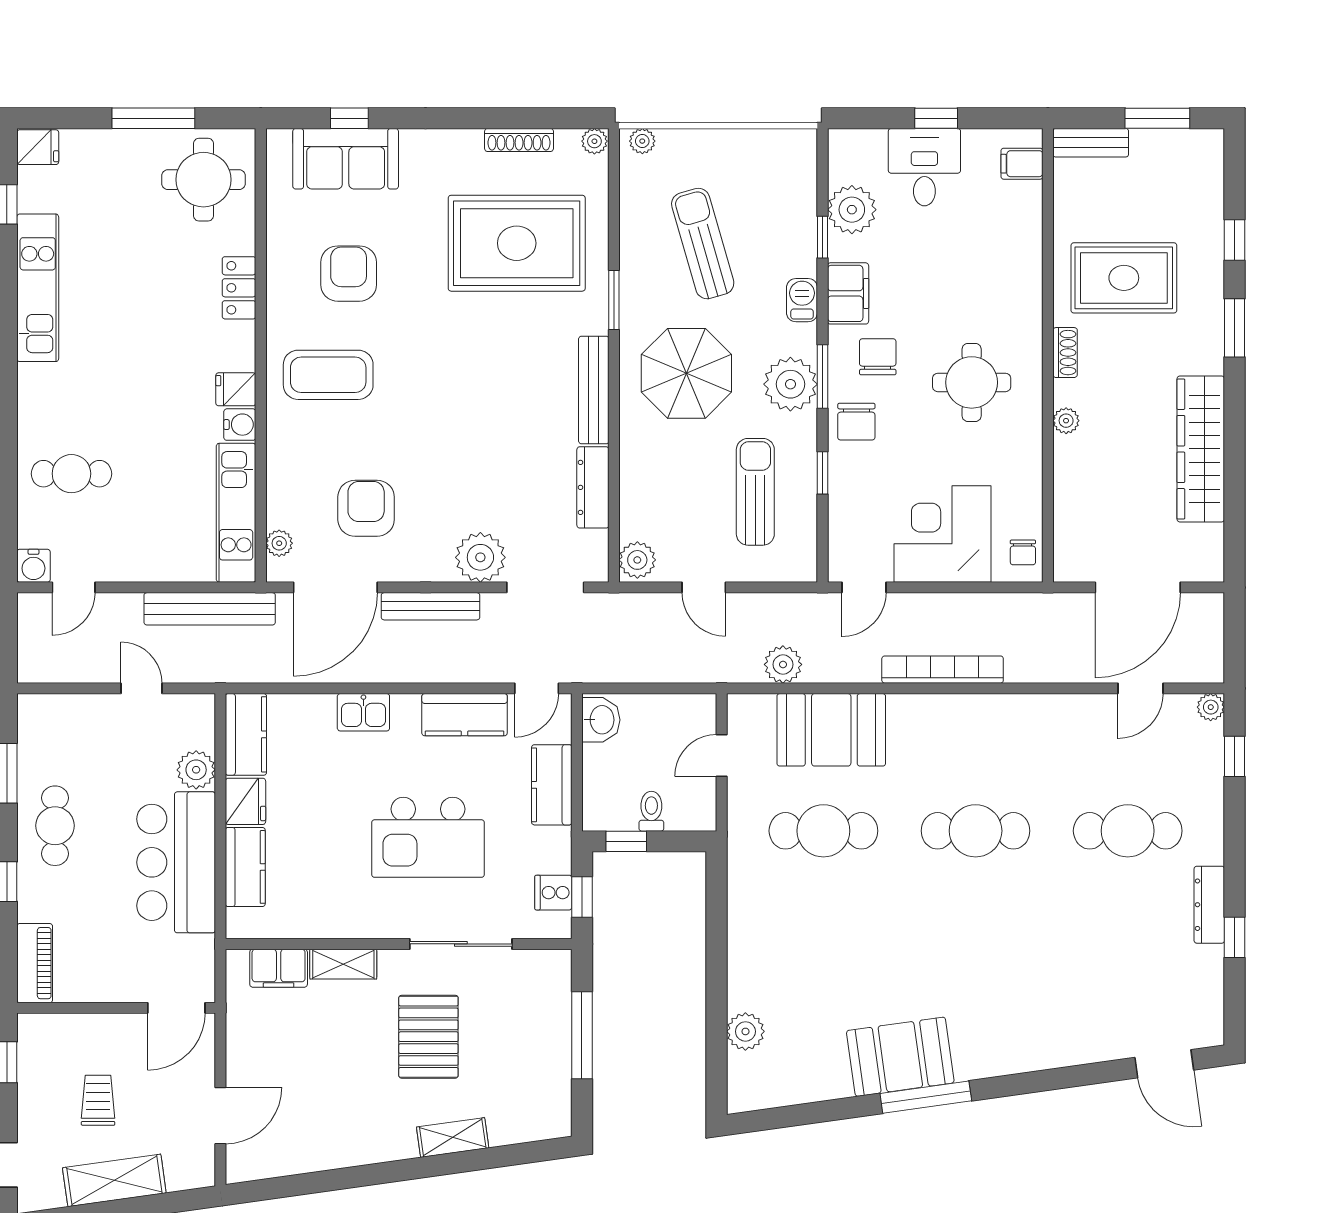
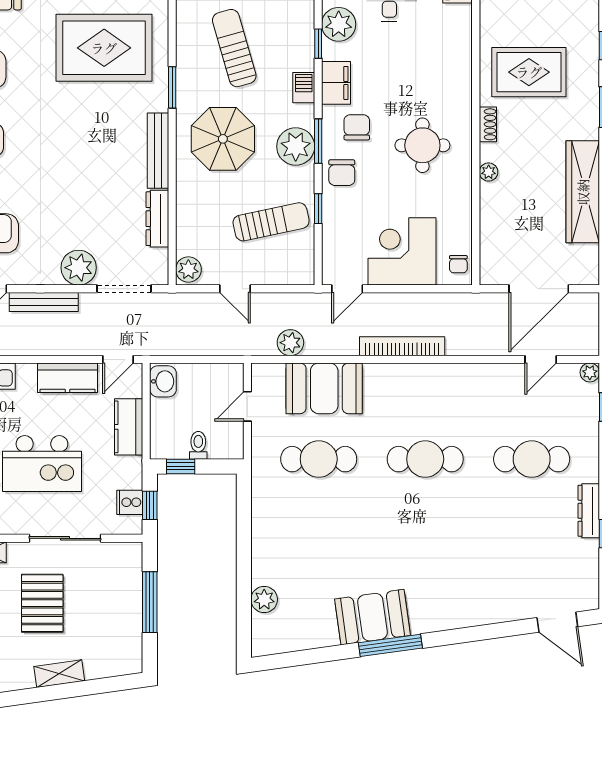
sun lounger: (755, 492) -> (271, 222), turned 78

